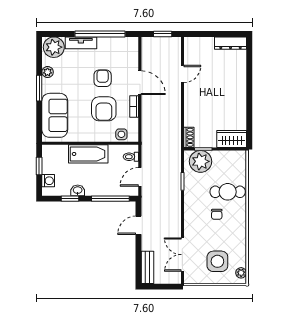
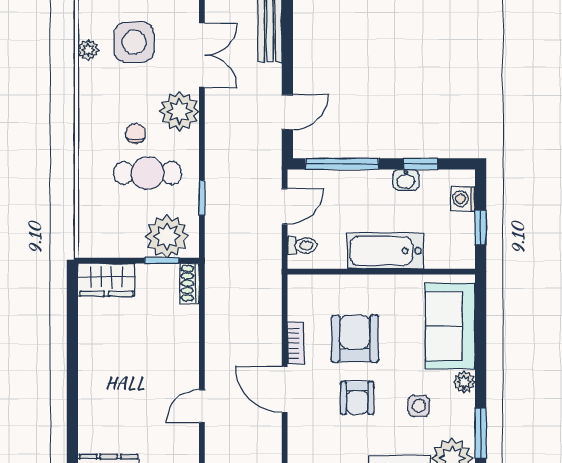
plant: (48, 72) -> (464, 382), moved
window: (39, 88) -> (481, 433), moved
side table: (121, 134) -> (419, 406), moved
cafe table: (228, 192) -> (148, 173), moved
plant: (194, 226) -> (179, 111), added
plant: (241, 273) -> (88, 50), moved

